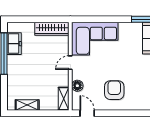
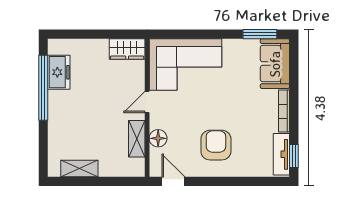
wardrobe: (52, 29) -> (127, 49), width x0.67
shelving: (64, 99) -> (137, 139), moved

